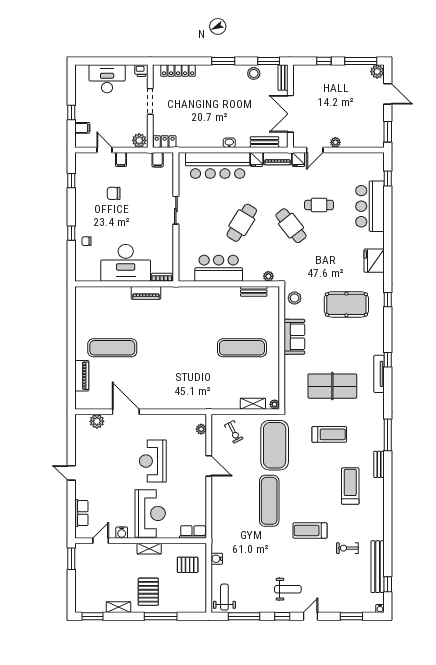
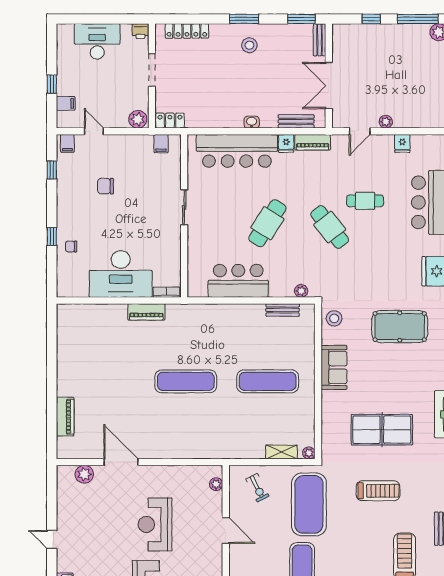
stool: (254, 73) -> (249, 45), moved
filing cabinet: (121, 160) -> (67, 143), moved
fridge: (298, 160) -> (402, 143), moved
exercise mat: (112, 348) -> (186, 381), moved

